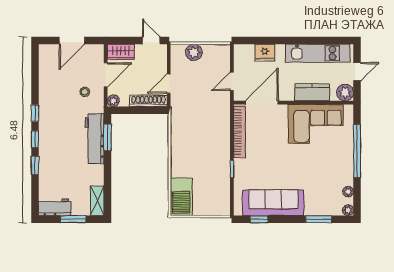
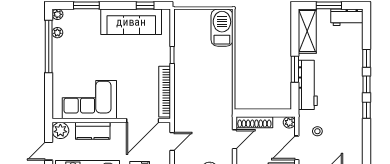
window: (107, 137) -> (295, 69), moved
window: (357, 151) -> (49, 47), moved
shelving: (97, 201) -> (307, 31), width x1.50, depth x1.33

